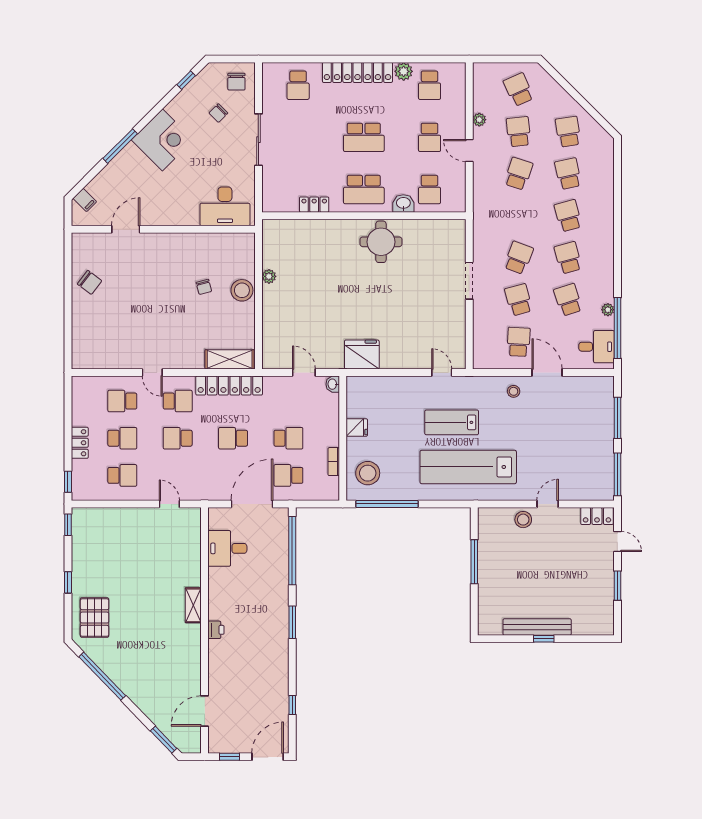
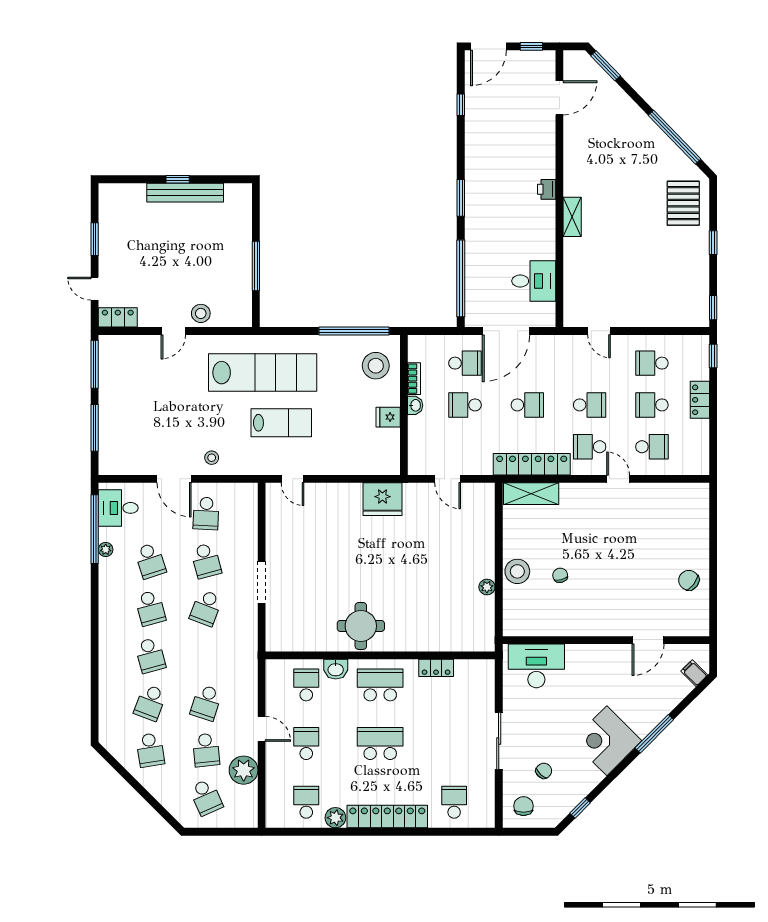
plant: (479, 120) -> (244, 770), width x1.87, depth x1.87
school desk: (568, 174) -> (150, 703), turned 33
washbasin: (333, 384) -> (415, 405), moved

